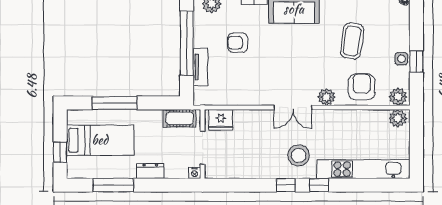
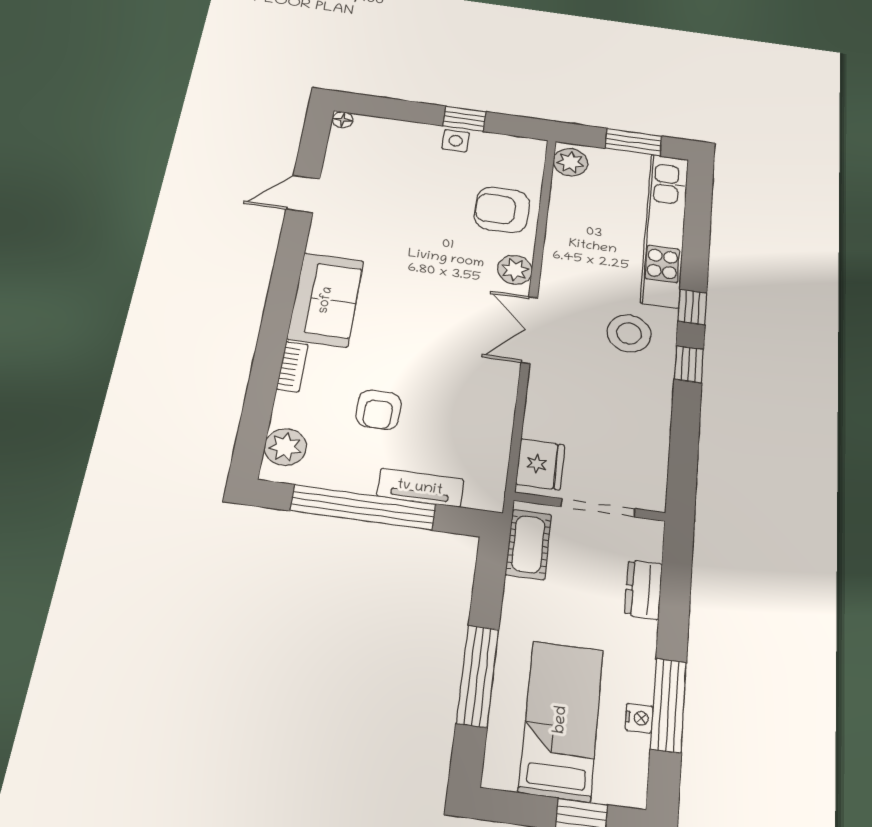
coffee table: (352, 41) -> (408, 212), removed
plant: (398, 97) -> (529, 156), removed
double door: (293, 108) -> (529, 330), swing flipped
window: (416, 150) -> (634, 142), added
dresser: (150, 171) -> (644, 589), moved
nightstand: (195, 173) -> (639, 718), moved

